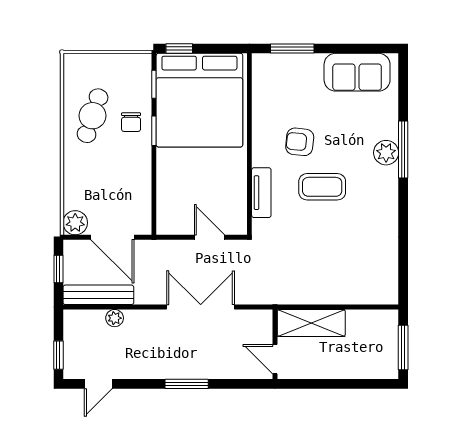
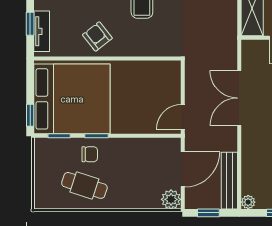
window: (292, 49) -> (30, 24), width x0.67
armchair: (300, 142) -> (97, 36), moved, turned 136
tv unit: (261, 193) -> (42, 31), moved, turned 90
door: (209, 237) -> (183, 117), moved
plant: (115, 318) -> (248, 202), moved

